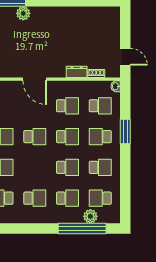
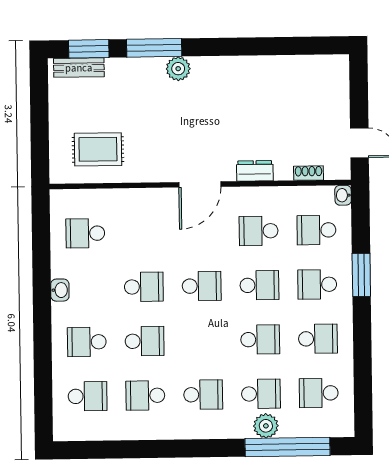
dresser: (77, 72) -> (255, 171), moved
door: (35, 79) -> (200, 184), hinge flipped
school desk: (68, 106) -> (259, 231), turned 180
school desk: (100, 106) -> (316, 230), turned 180
plant: (90, 216) -> (266, 426), moved

